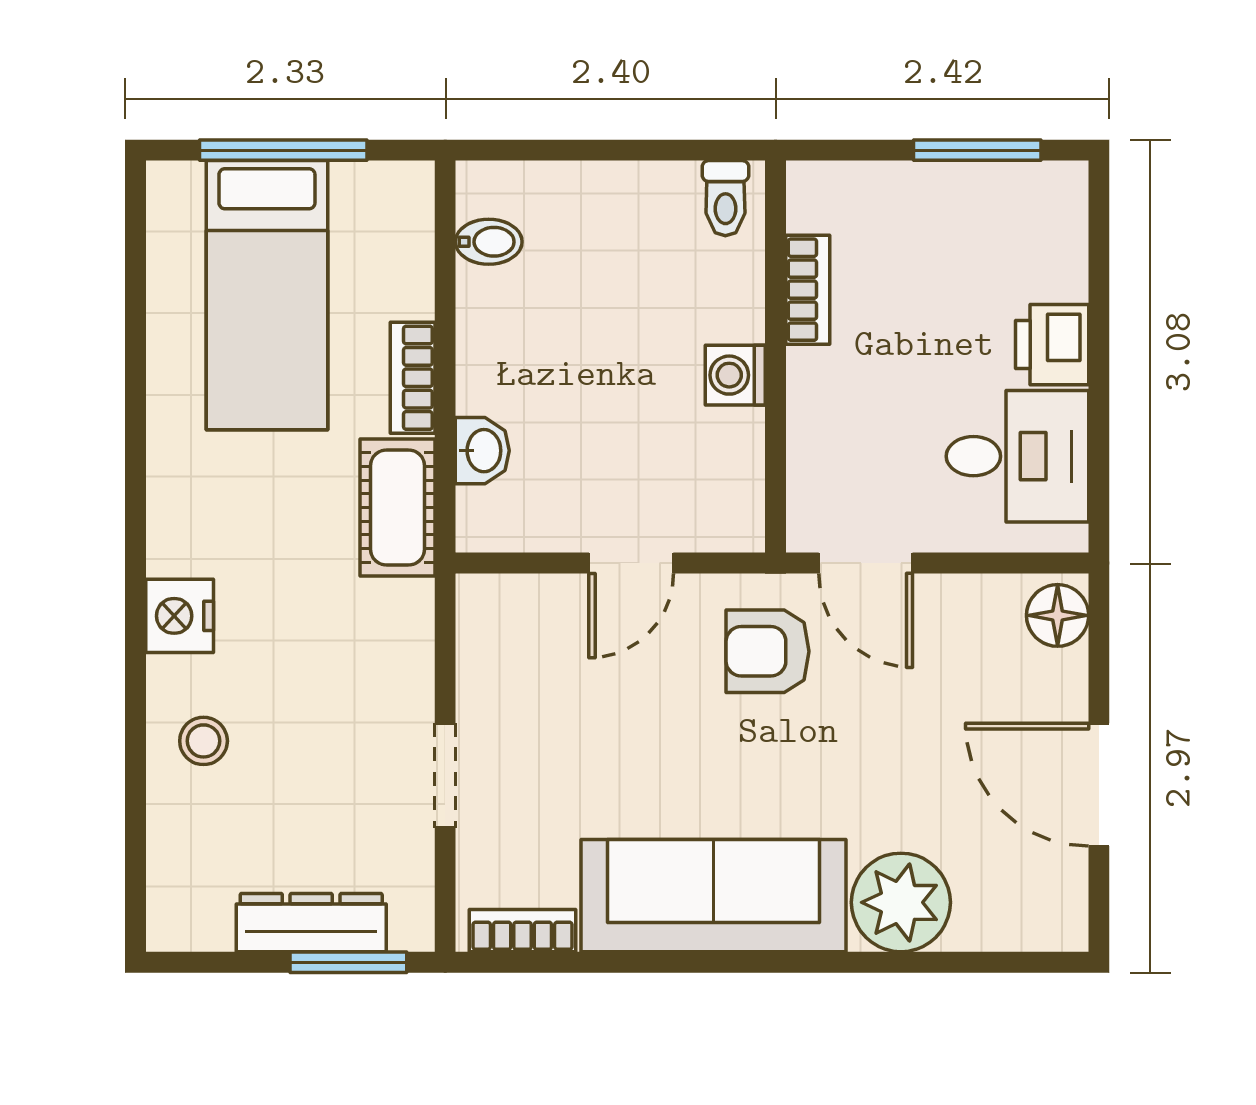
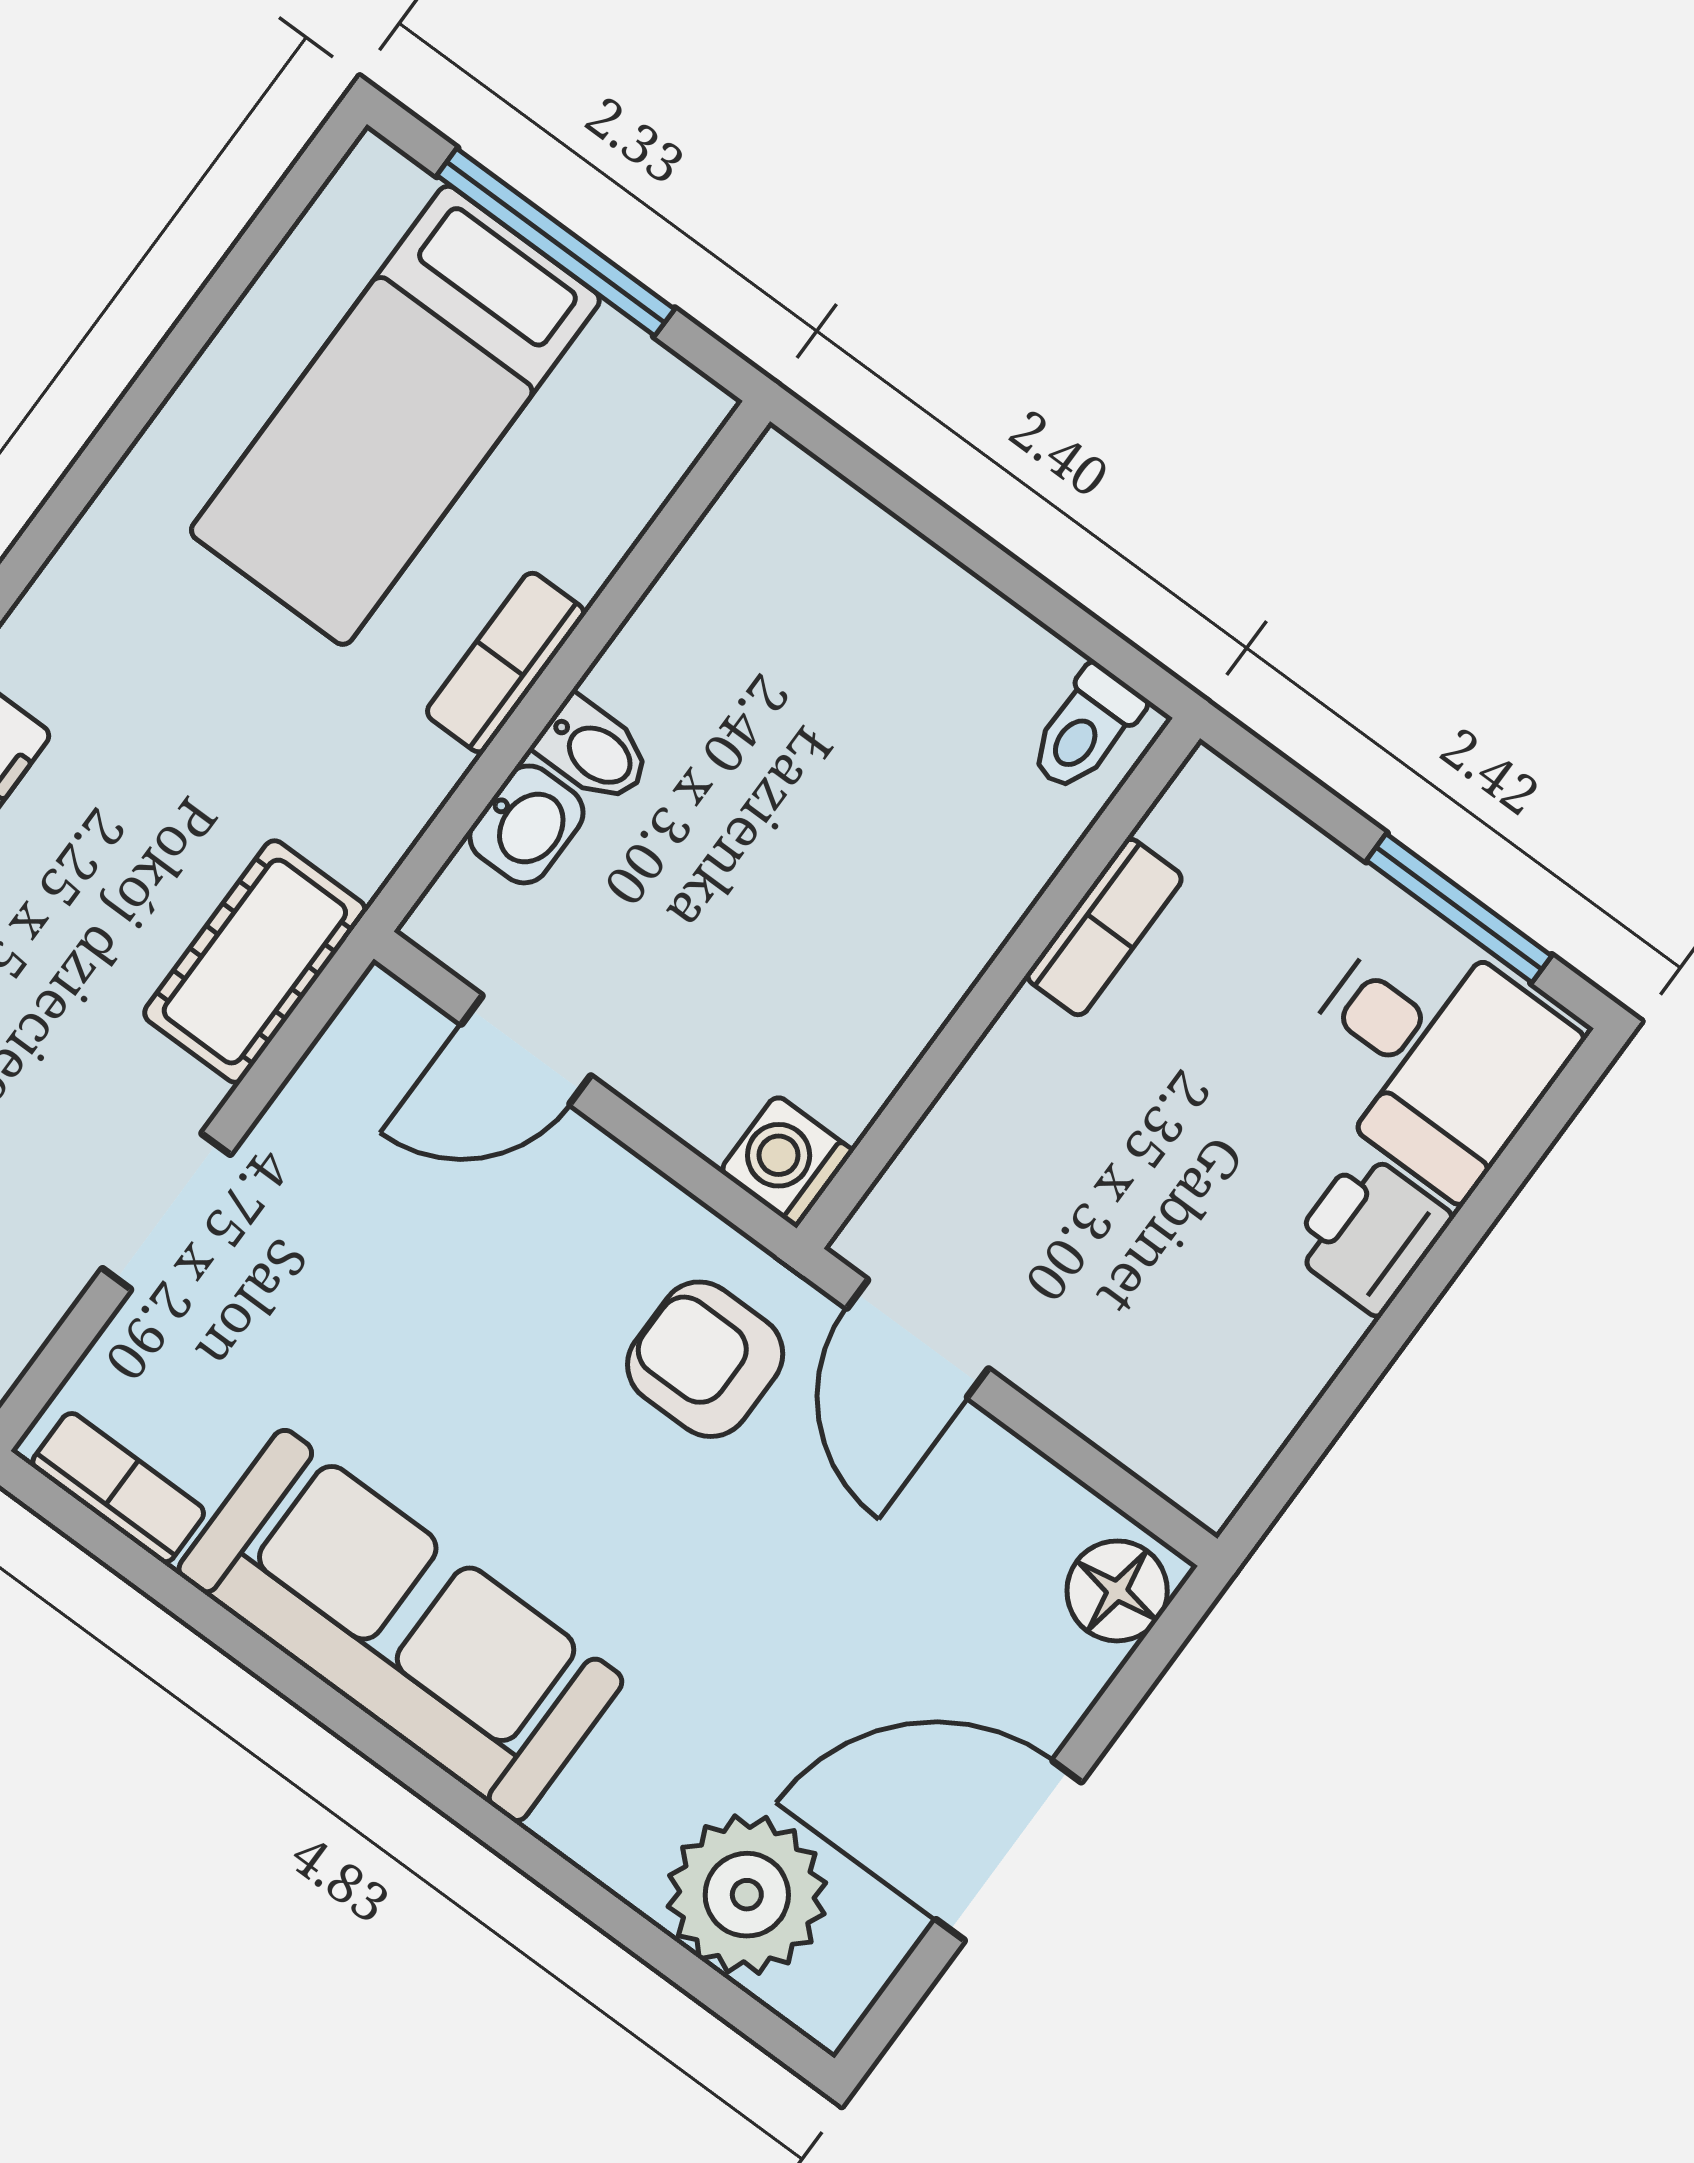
bidet: (489, 242) -> (594, 751), moved
washing machine: (735, 375) -> (786, 1161), moved
desk: (1017, 456) -> (1432, 1055), moved
cot: (397, 508) -> (255, 962), moved
door: (631, 563) -> (526, 1050), moved
door: (1099, 785) -> (1009, 1851), hinge flipped
plant: (901, 902) -> (747, 1895), moved

